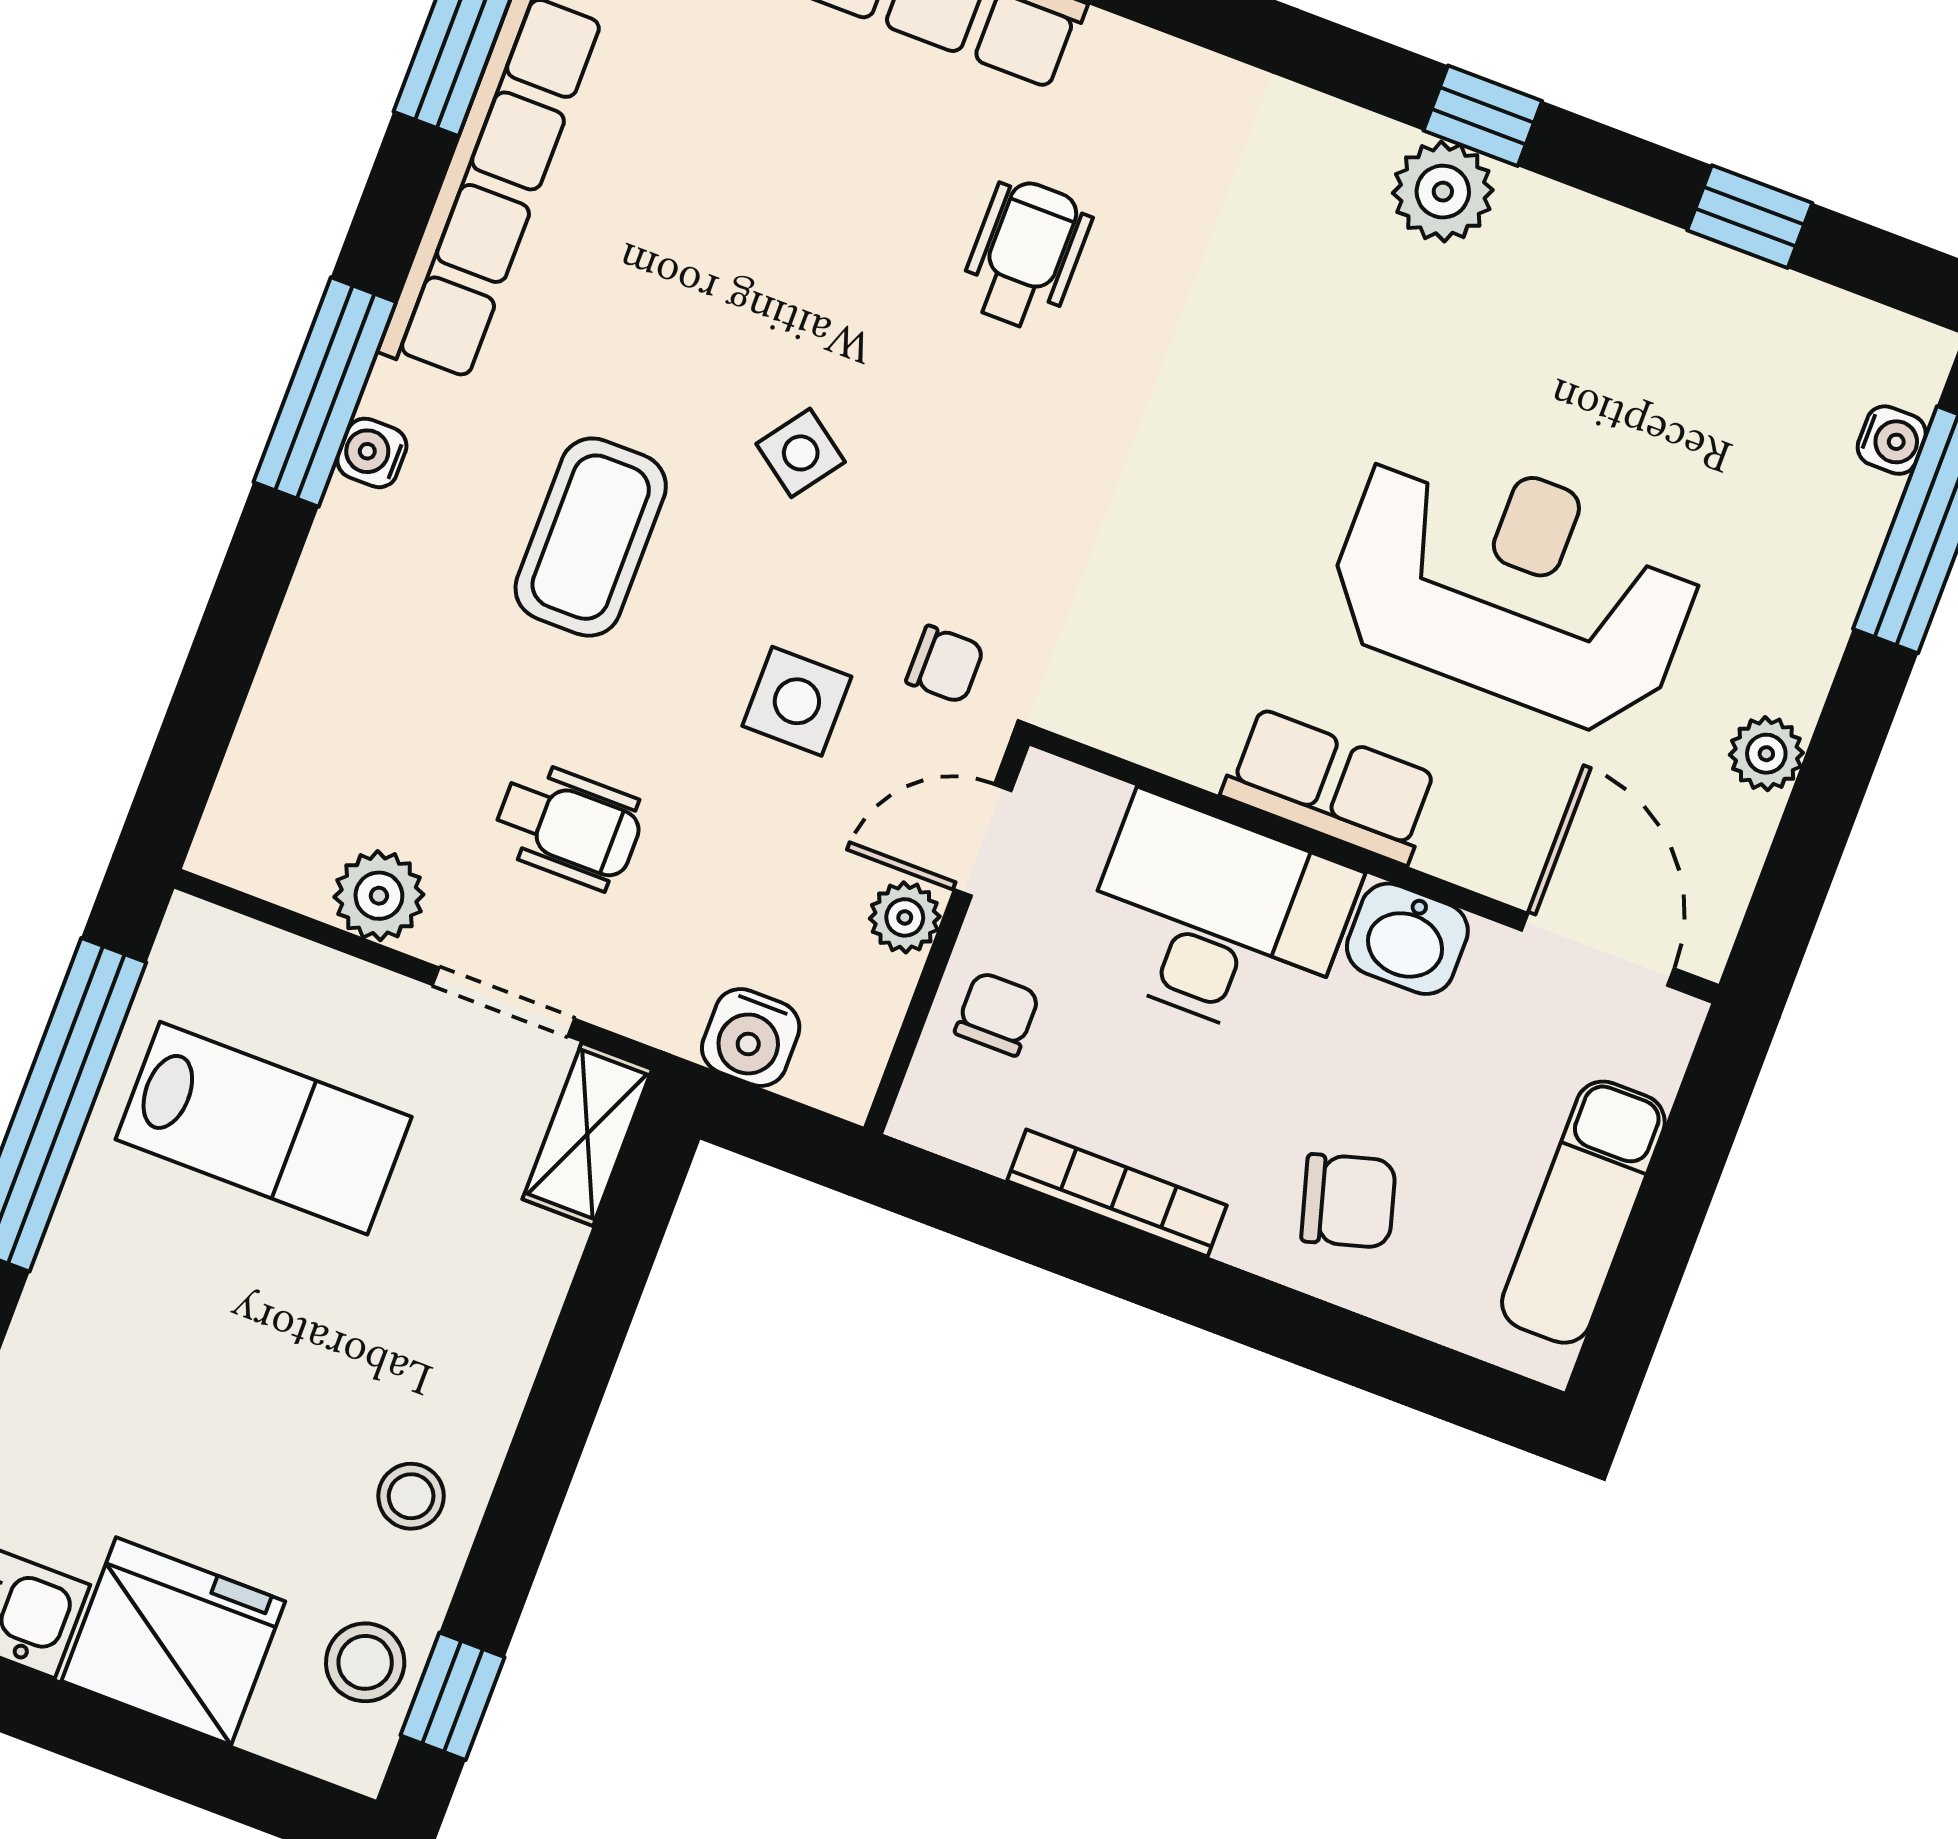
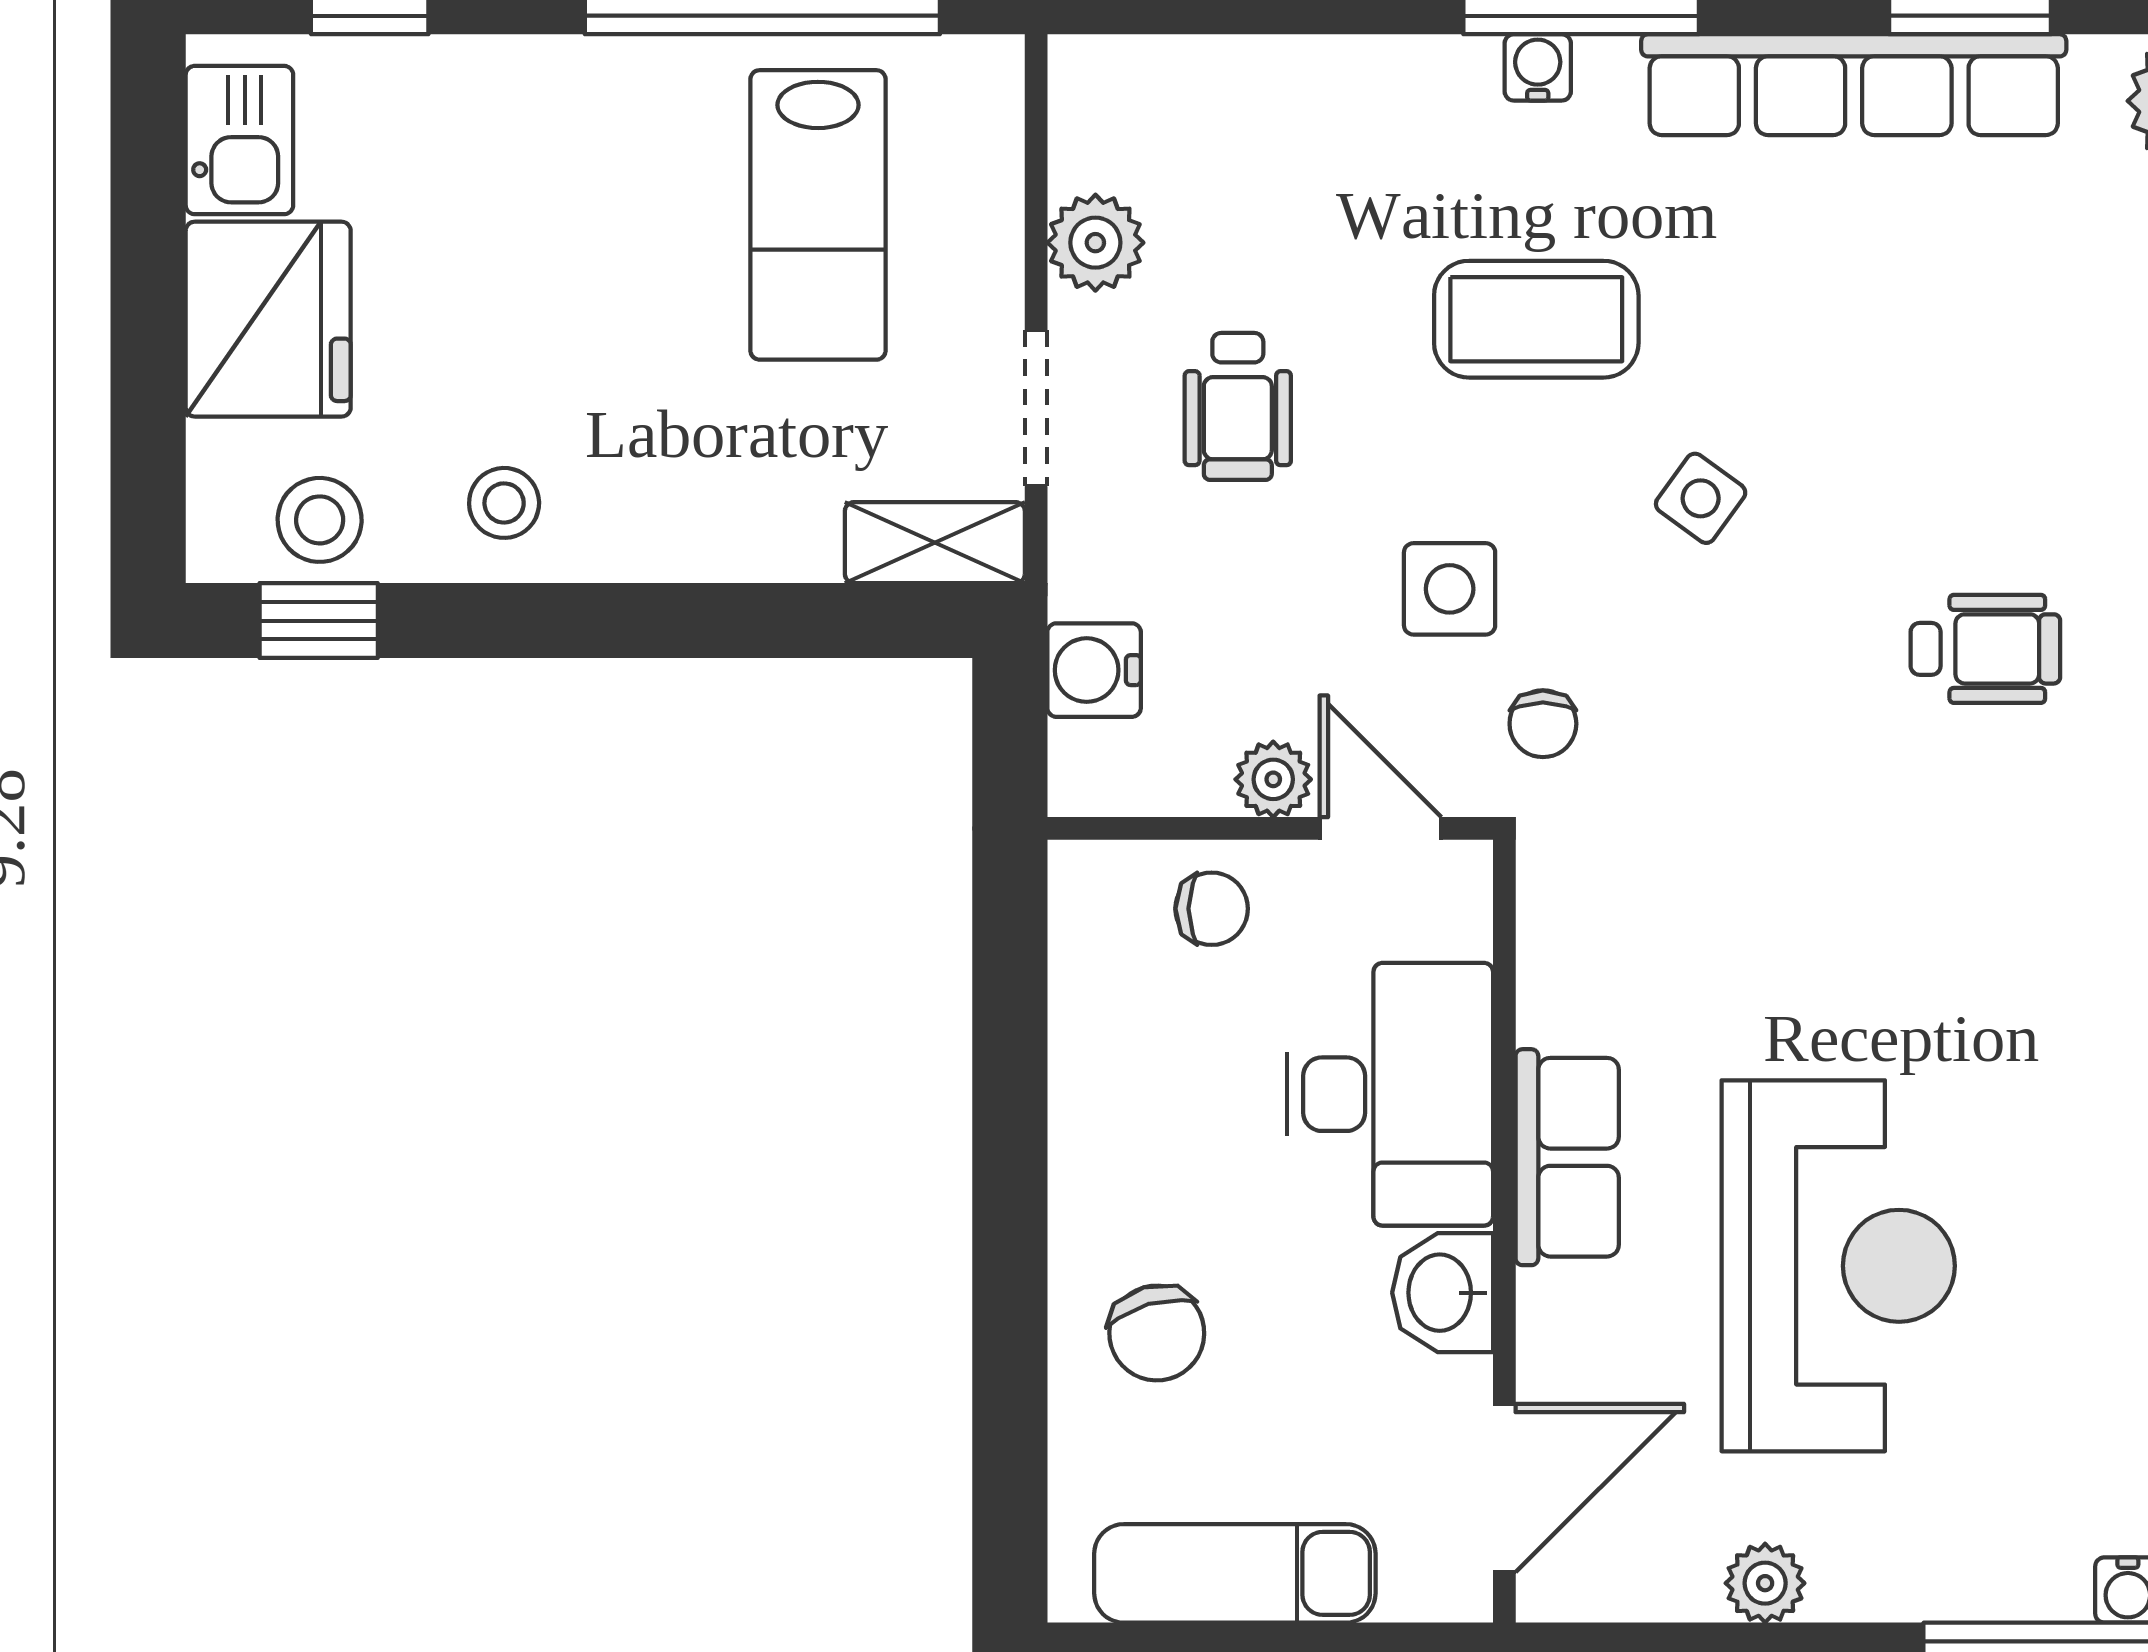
bookcase: (1117, 1193) -> (1077, 1097), removed

